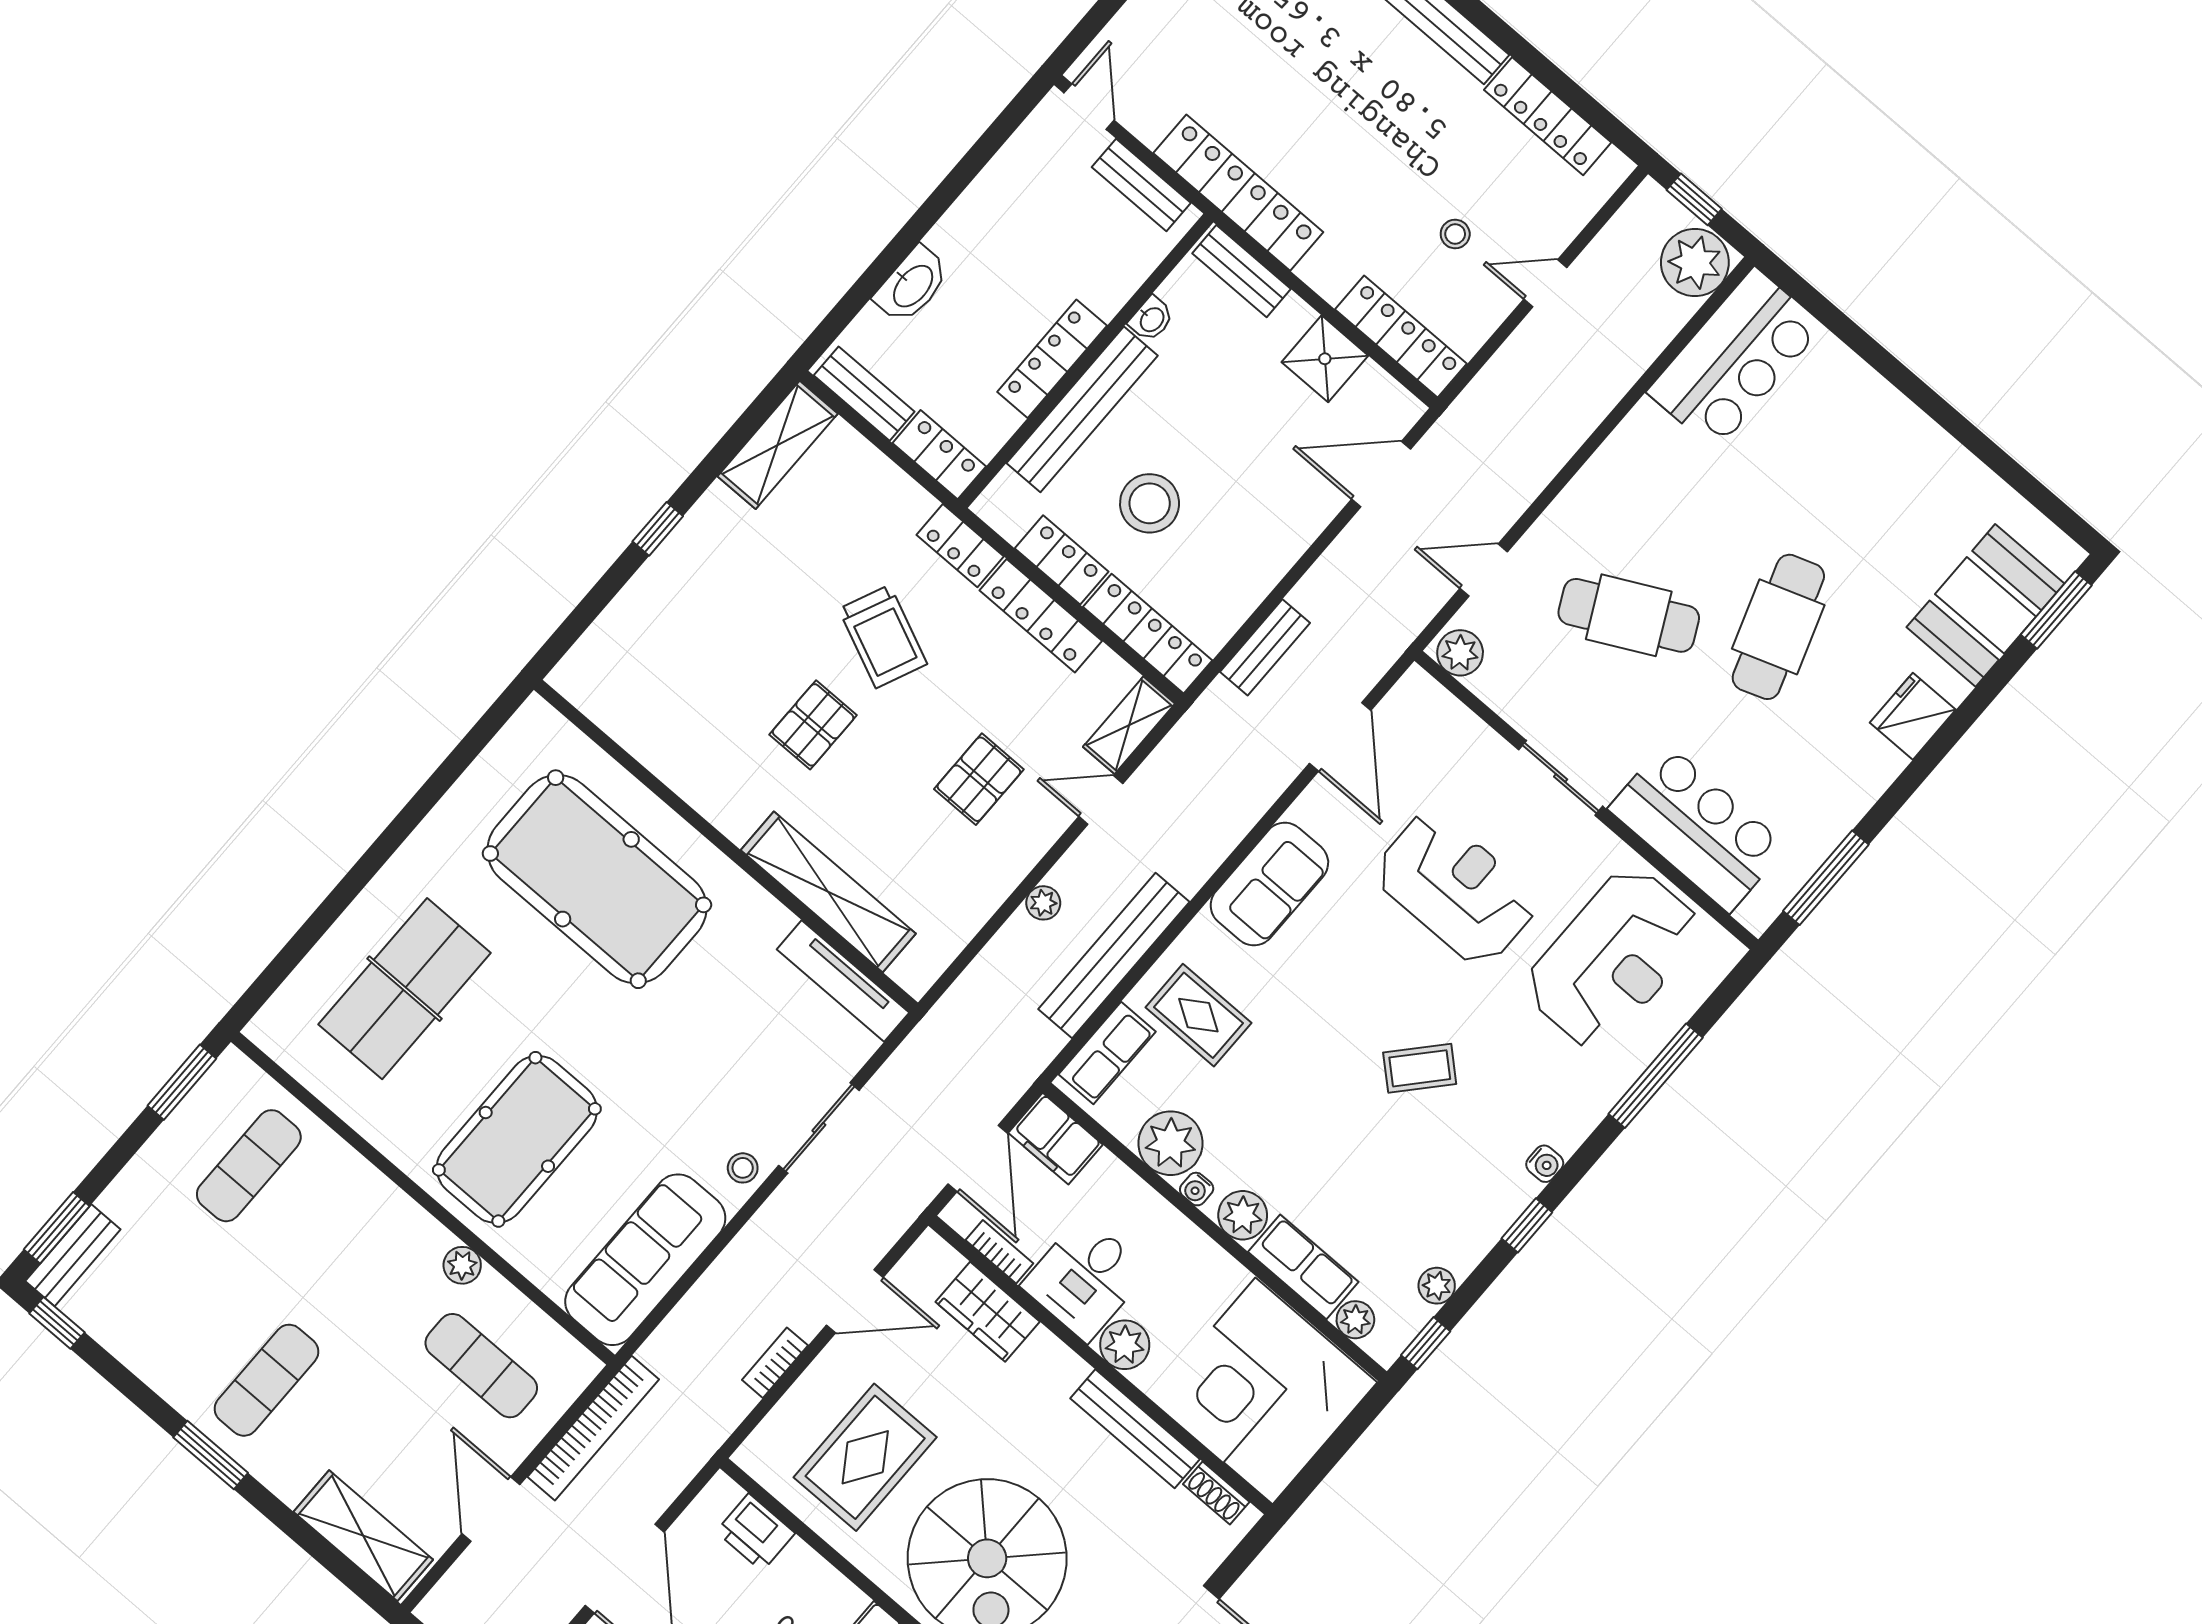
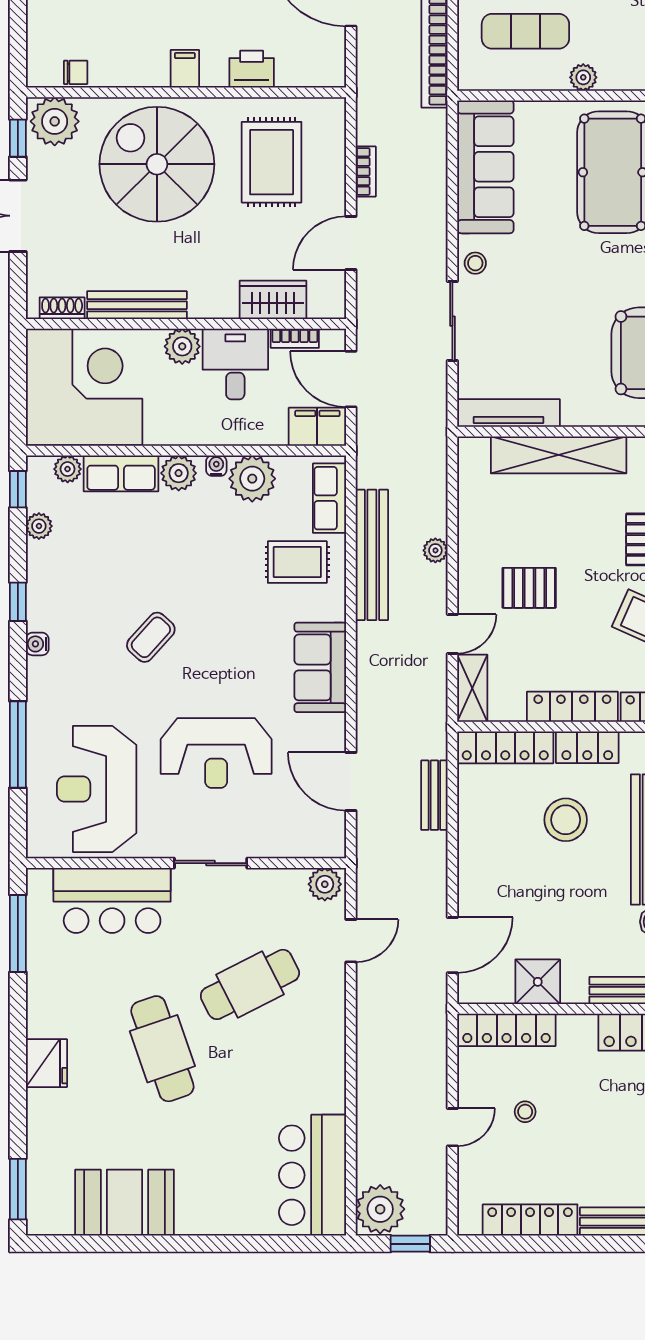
booth: (1985, 605) -> (124, 1203), moved, turned 90
pallet: (979, 779) -> (529, 588), turned 90
printer: (755, 1532) -> (252, 69), moved

